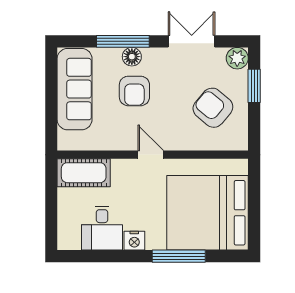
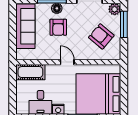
window: (254, 86) -> (124, 24), width x1.44

